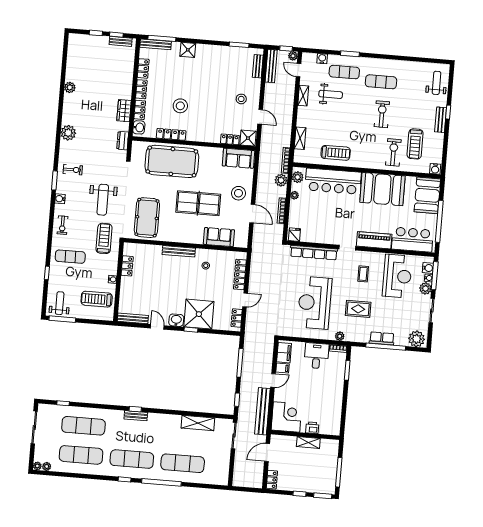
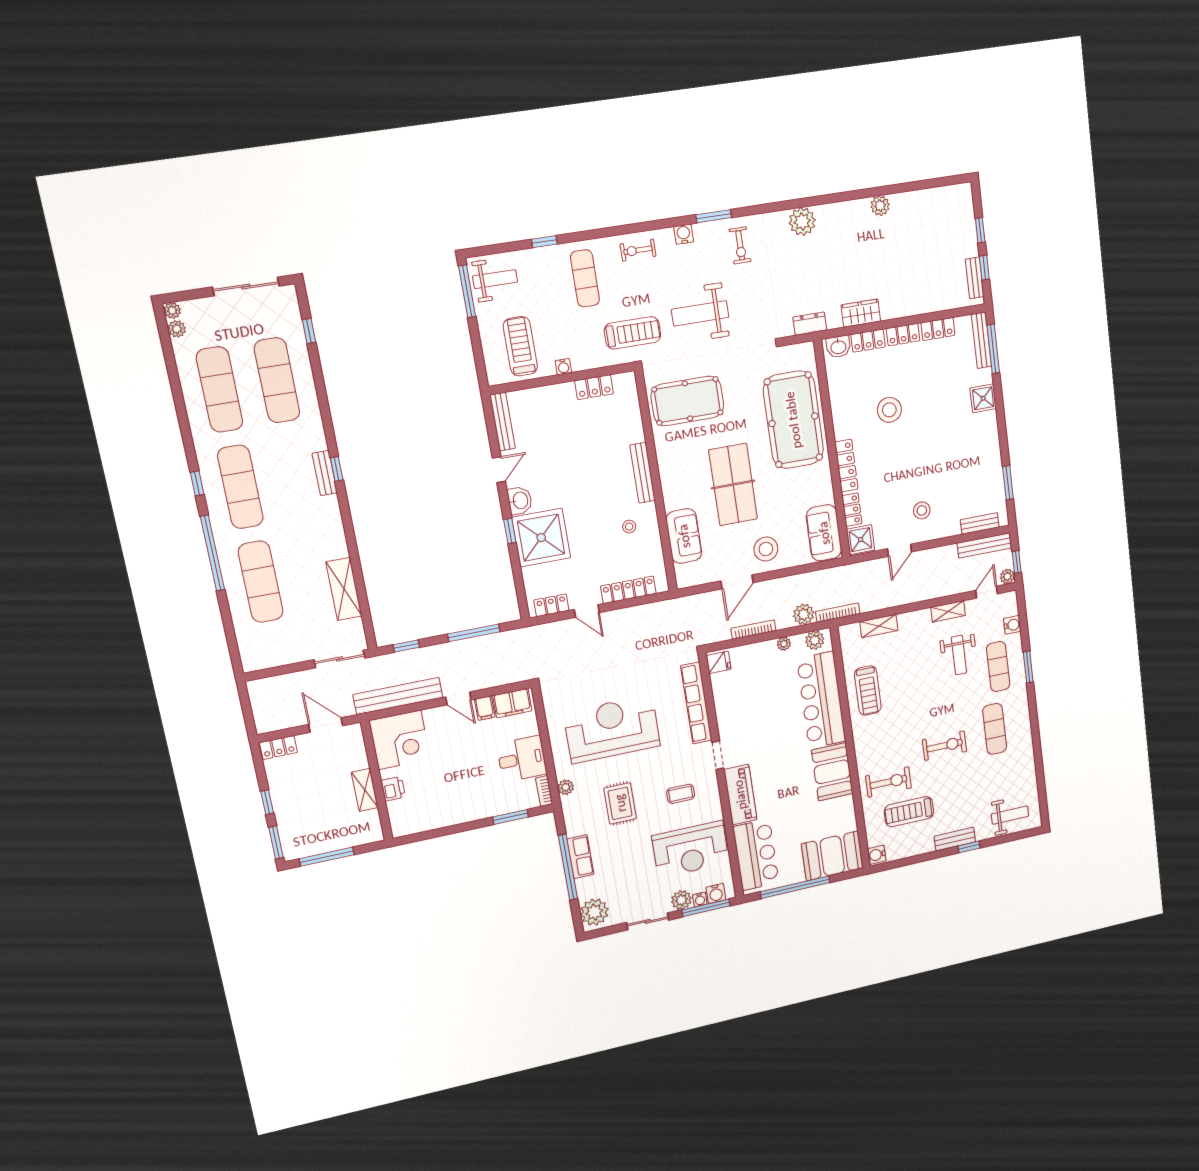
locker: (171, 134) -> (846, 466), moved
booth: (382, 189) -> (832, 772), width x0.73, depth x0.70

